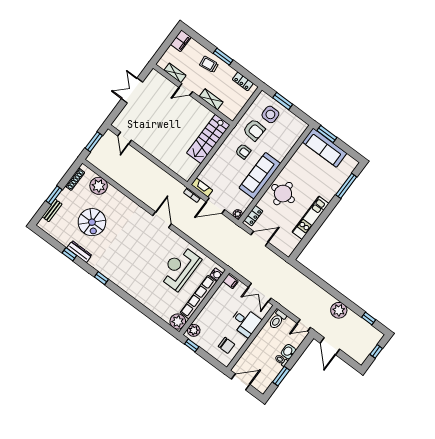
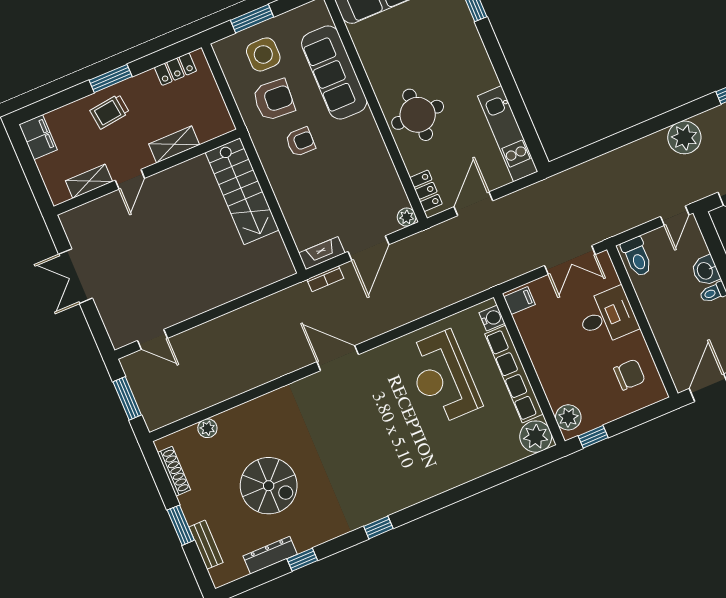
sofa: (260, 176) -> (334, 72), moved
plant: (99, 186) -> (207, 428), width x0.53, depth x0.53
kitchen unit: (311, 218) -> (508, 134), moved
dresser: (79, 252) -> (270, 555), moved

